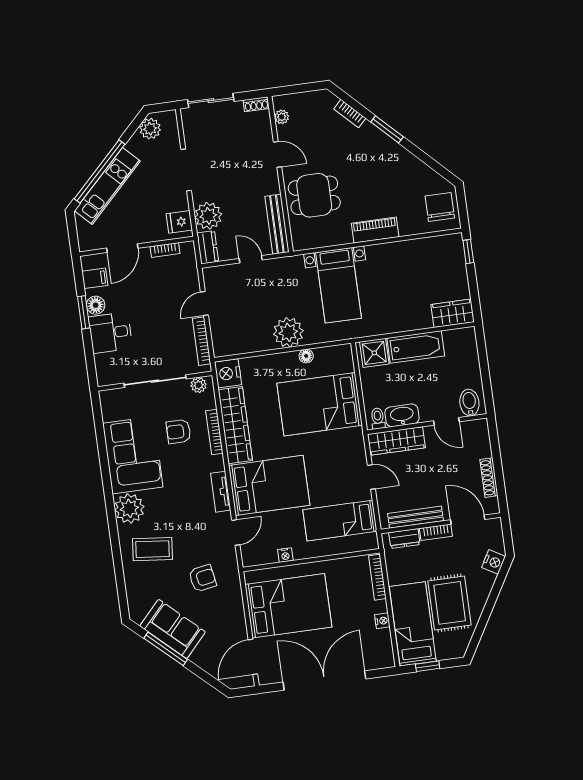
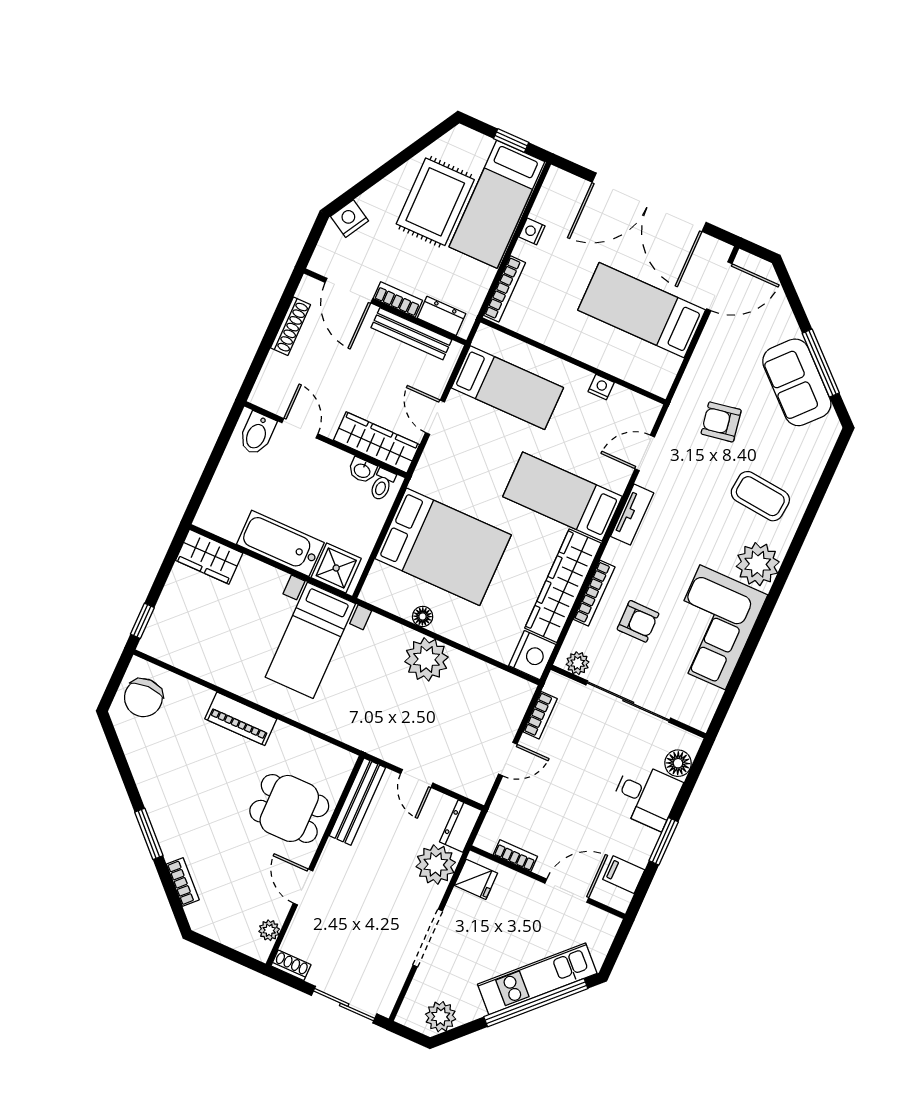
bed with nightstands: (338, 285) -> (310, 640), moved, turned 180
floor lamp: (96, 305) -> (678, 763), moved
bookcase: (202, 341) -> (540, 715), width x0.64
washbasin: (402, 415) -> (362, 470), width x0.52, depth x0.69
bed: (269, 485) -> (562, 497), width x0.67
bed: (288, 606) -> (642, 310), width x0.67

